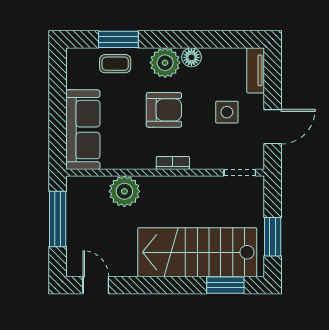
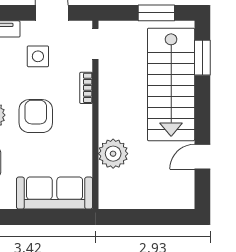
bookcase: (173, 163) -> (86, 88), moved
window: (58, 219) -> (139, 217), removed
door: (96, 285) -> (202, 157), moved

